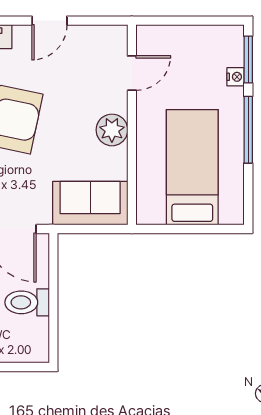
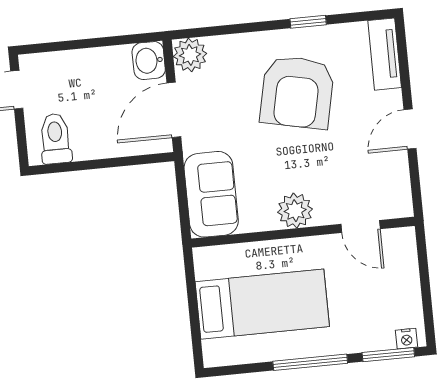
door: (49, 21) -> (410, 129), hinge flipped
nightstand: (236, 77) -> (407, 339), moved
toilet: (27, 302) -> (55, 139), moved

